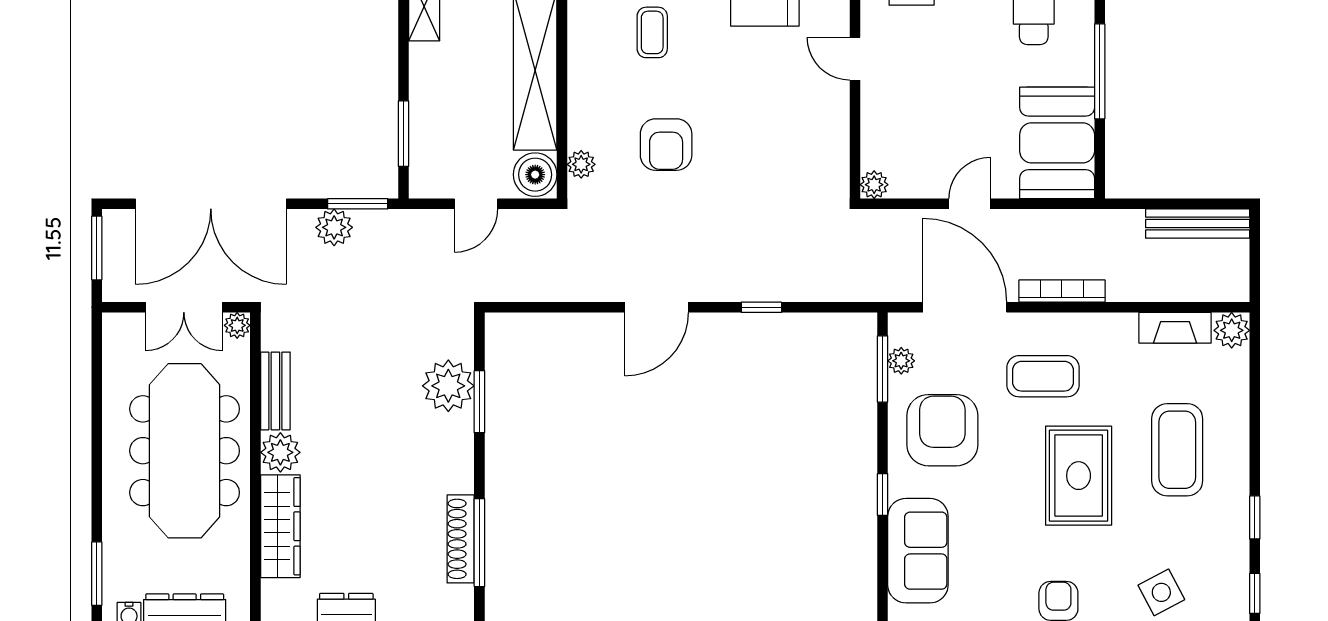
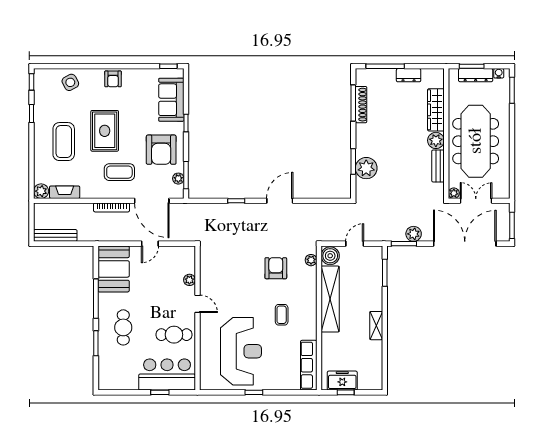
plant: (874, 185) -> (189, 280), moved

